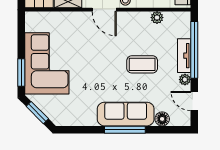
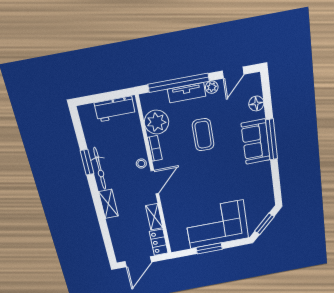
bookcase: (138, 16) -> (155, 148), added
plant: (157, 18) -> (157, 122), width x1.87, depth x1.87
window: (21, 73) -> (209, 248), moved
sofa: (126, 114) -> (256, 142), width x0.73

